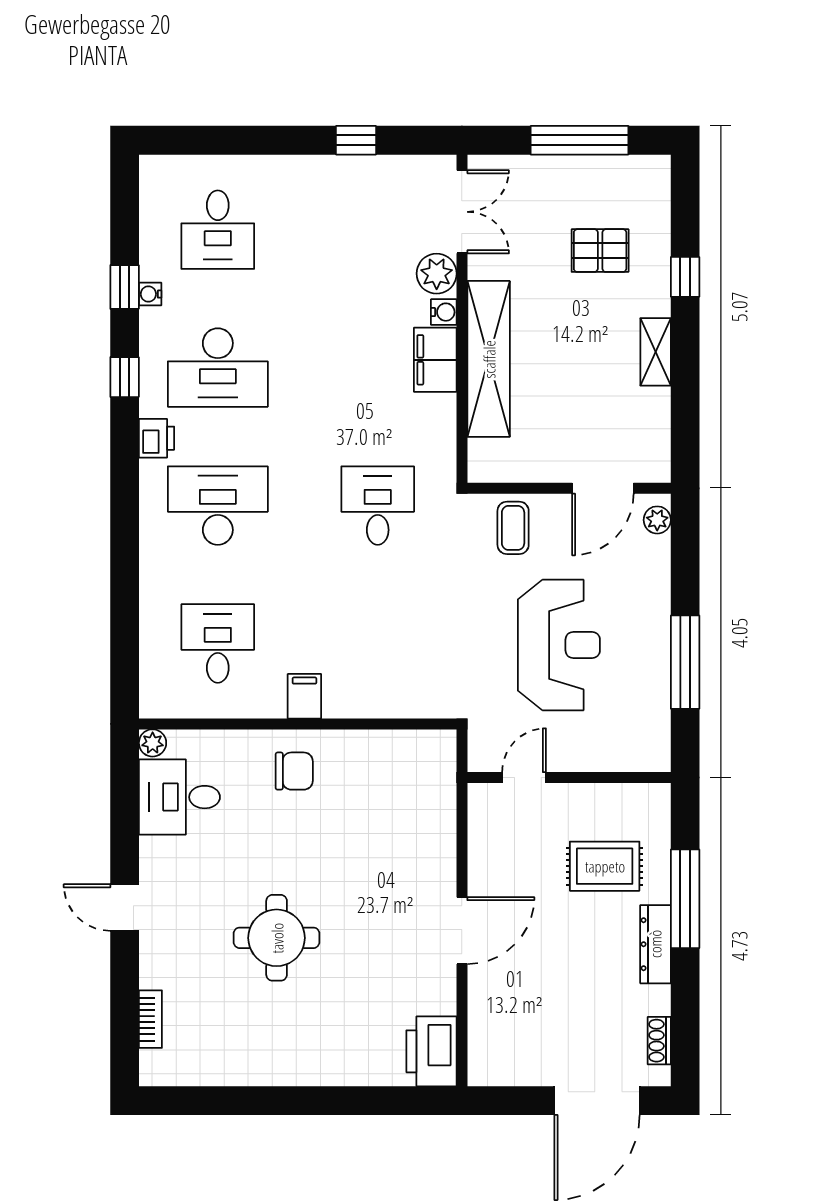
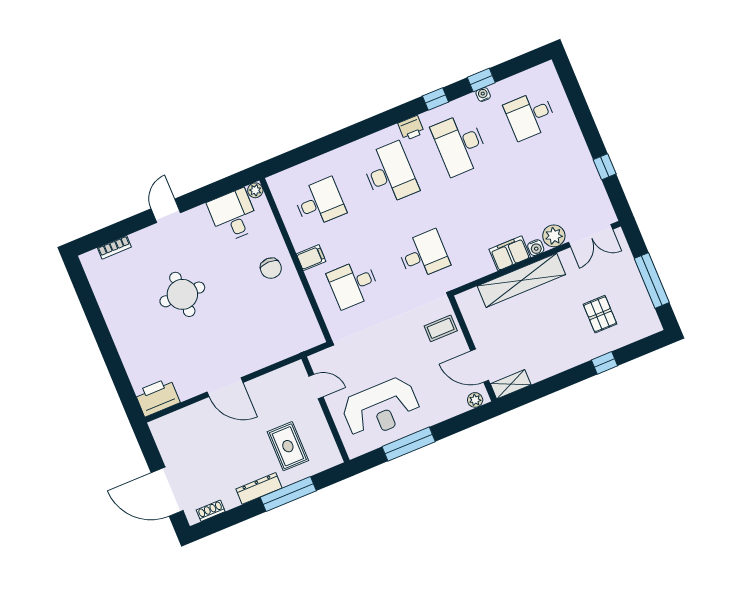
shelving: (656, 352) -> (511, 384), moved
desk: (378, 643) -> (353, 284), added
reception desk: (559, 645) -> (381, 408), moved

